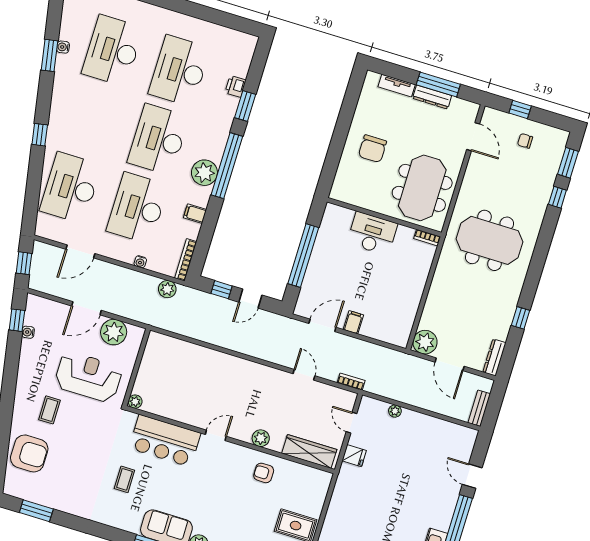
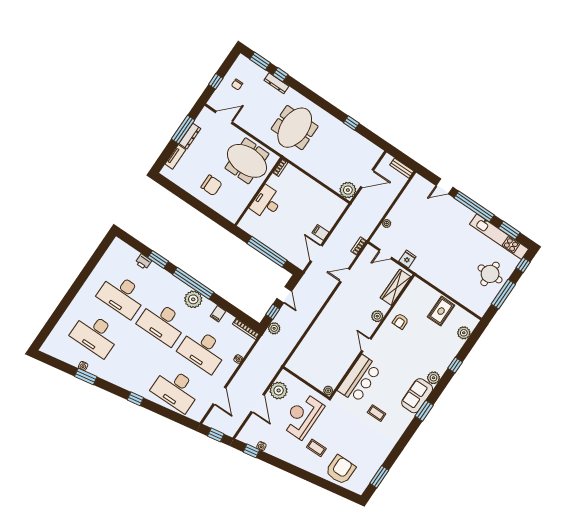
plant: (167, 289) -> (274, 328), moved
dresser: (494, 358) -> (276, 83), moved

